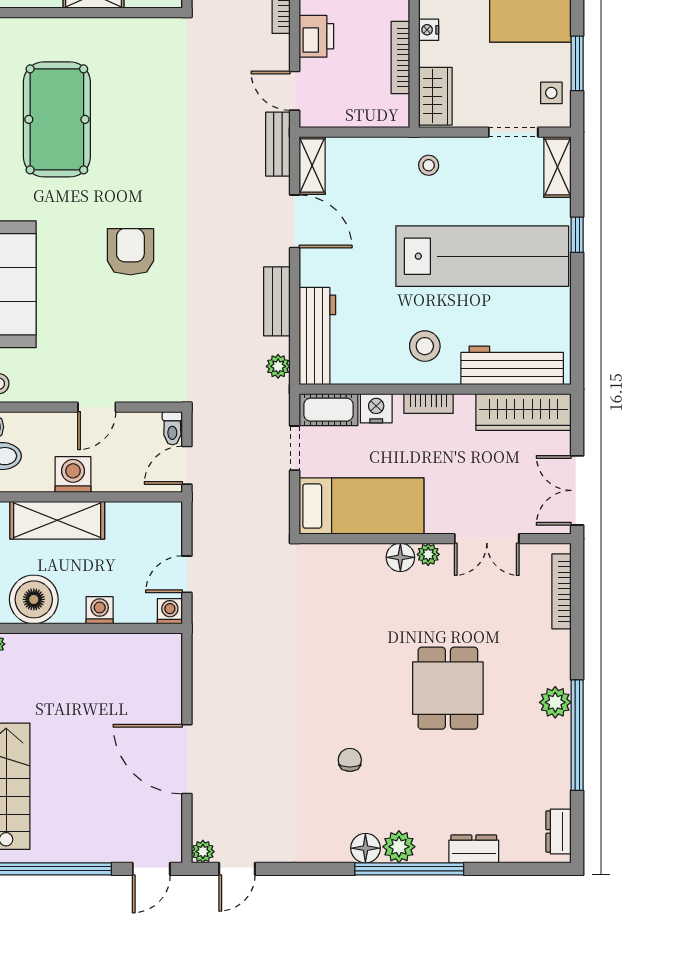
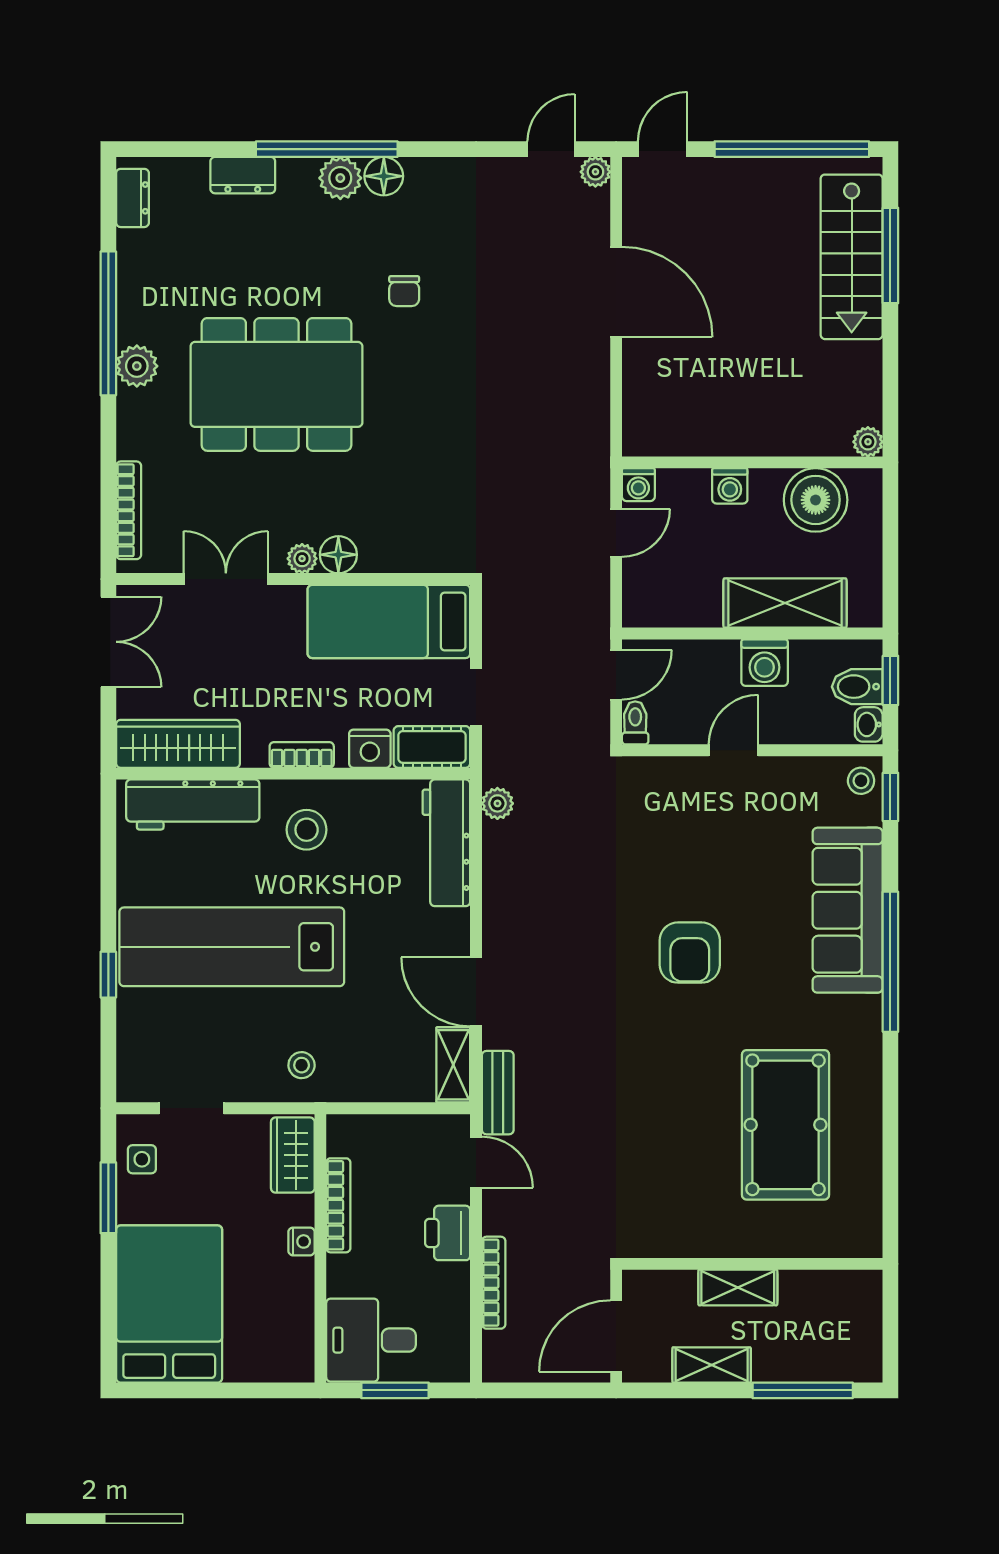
shelving: (557, 167) -> (134, 1063), removed
bench: (277, 301) -> (499, 888), removed
dining table: (448, 688) -> (276, 384), width x1.88, depth x1.24

